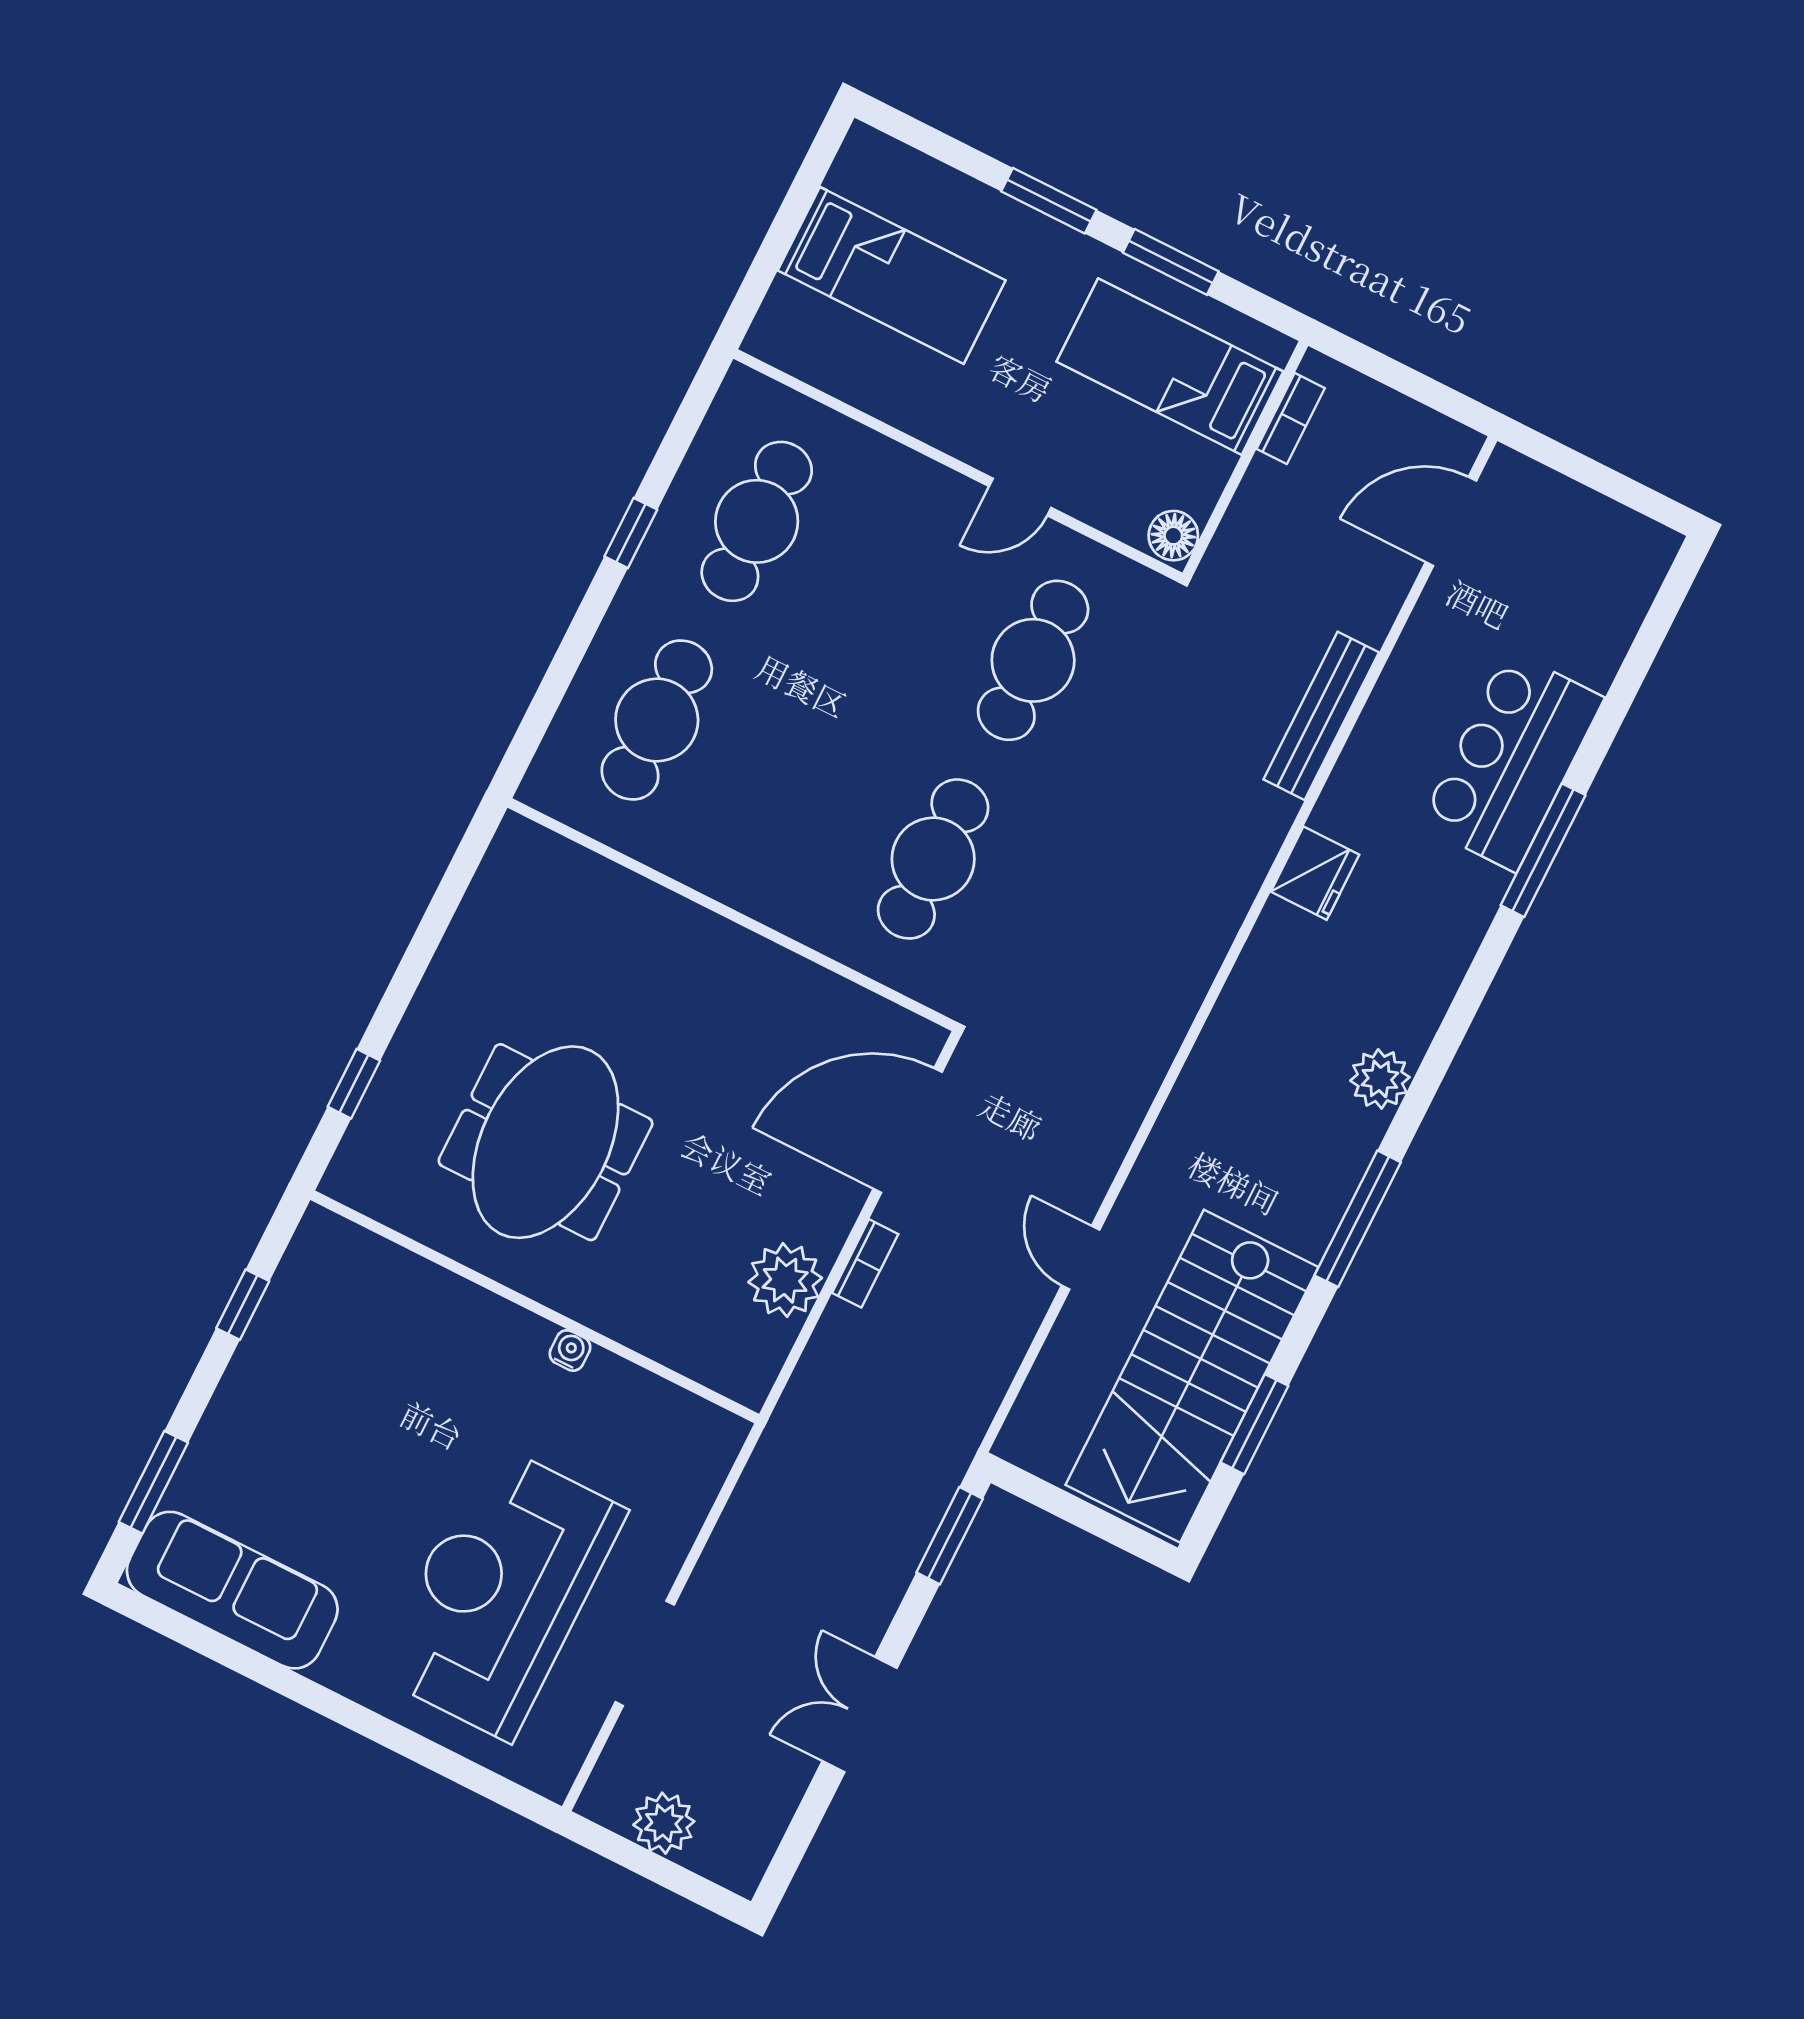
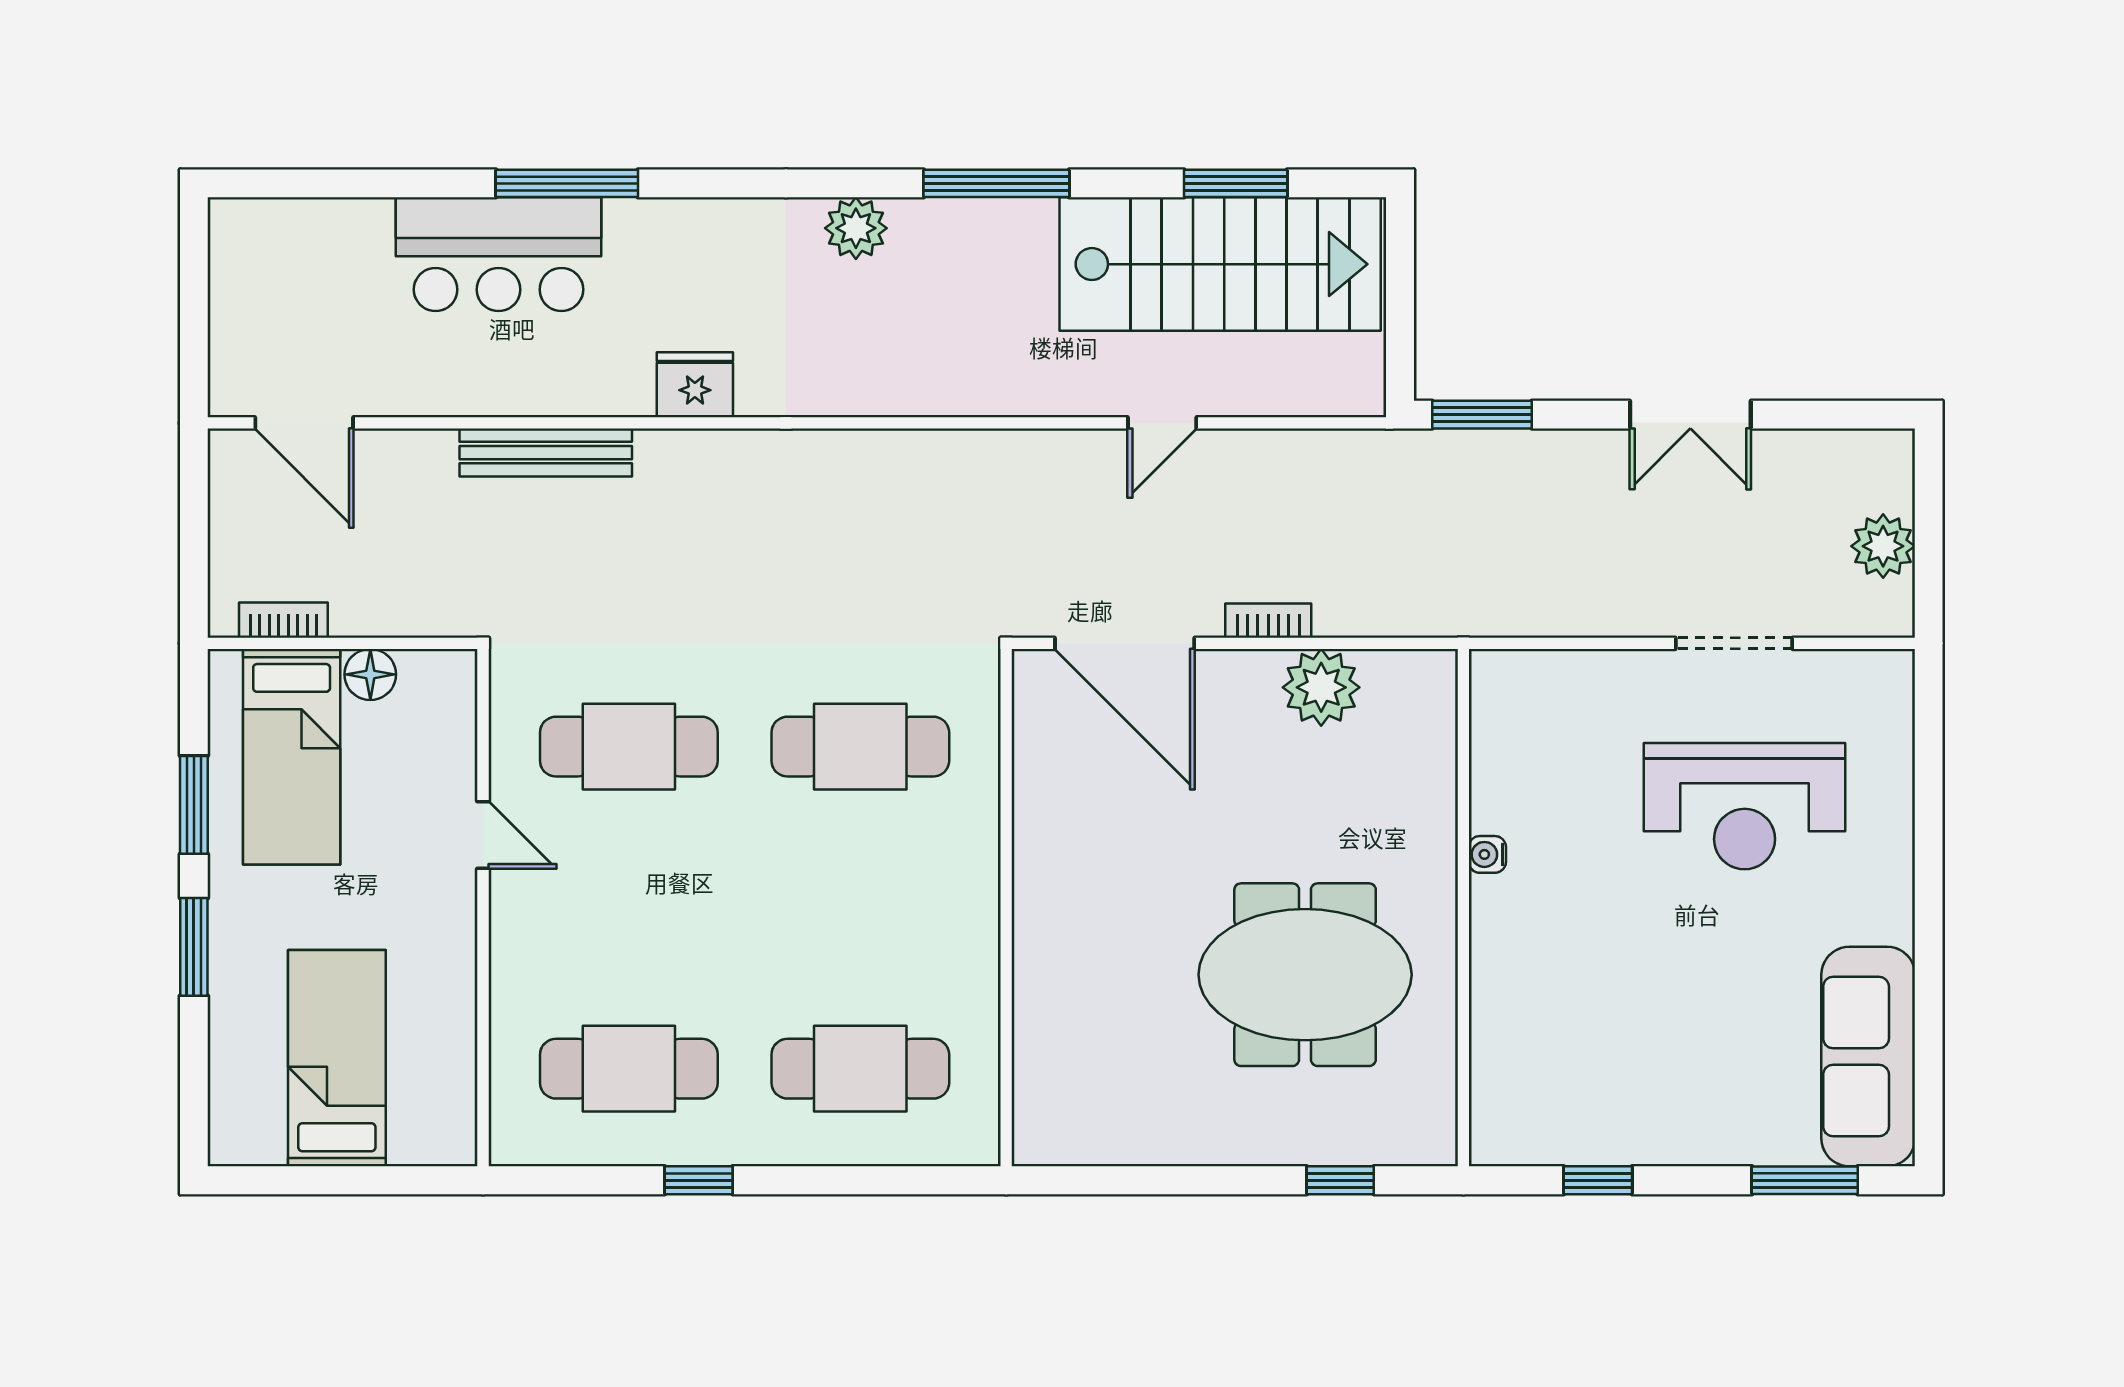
floor lamp: (1173, 536) -> (370, 674), moved
reception desk: (500, 1592) -> (1745, 806), width x0.74, depth x0.77

